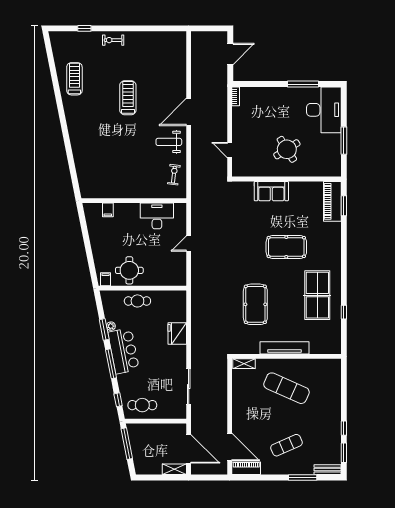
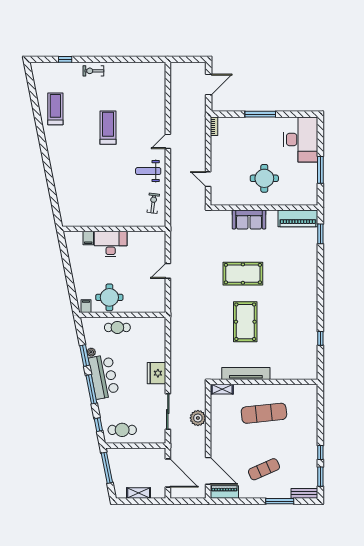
window: (303, 84) -> (260, 114), moved
door: (189, 112) -> (168, 141), width x0.53
round table: (287, 149) -> (264, 178), turned 32
piano: (332, 201) -> (298, 218), moved, turned -90
desk: (157, 216) -> (111, 244), moved
pool table: (286, 247) -> (243, 274), moved
table tennis table: (317, 295) -> (294, 322), removed
pool table: (255, 304) -> (245, 322), moved
fridge: (177, 334) -> (156, 373), moved
tv unit: (285, 348) -> (246, 374), moved
exercise mat: (286, 388) -> (264, 413), turned -30
plant: (219, 393) -> (198, 418), added
shelving: (174, 469) -> (139, 493), moved

